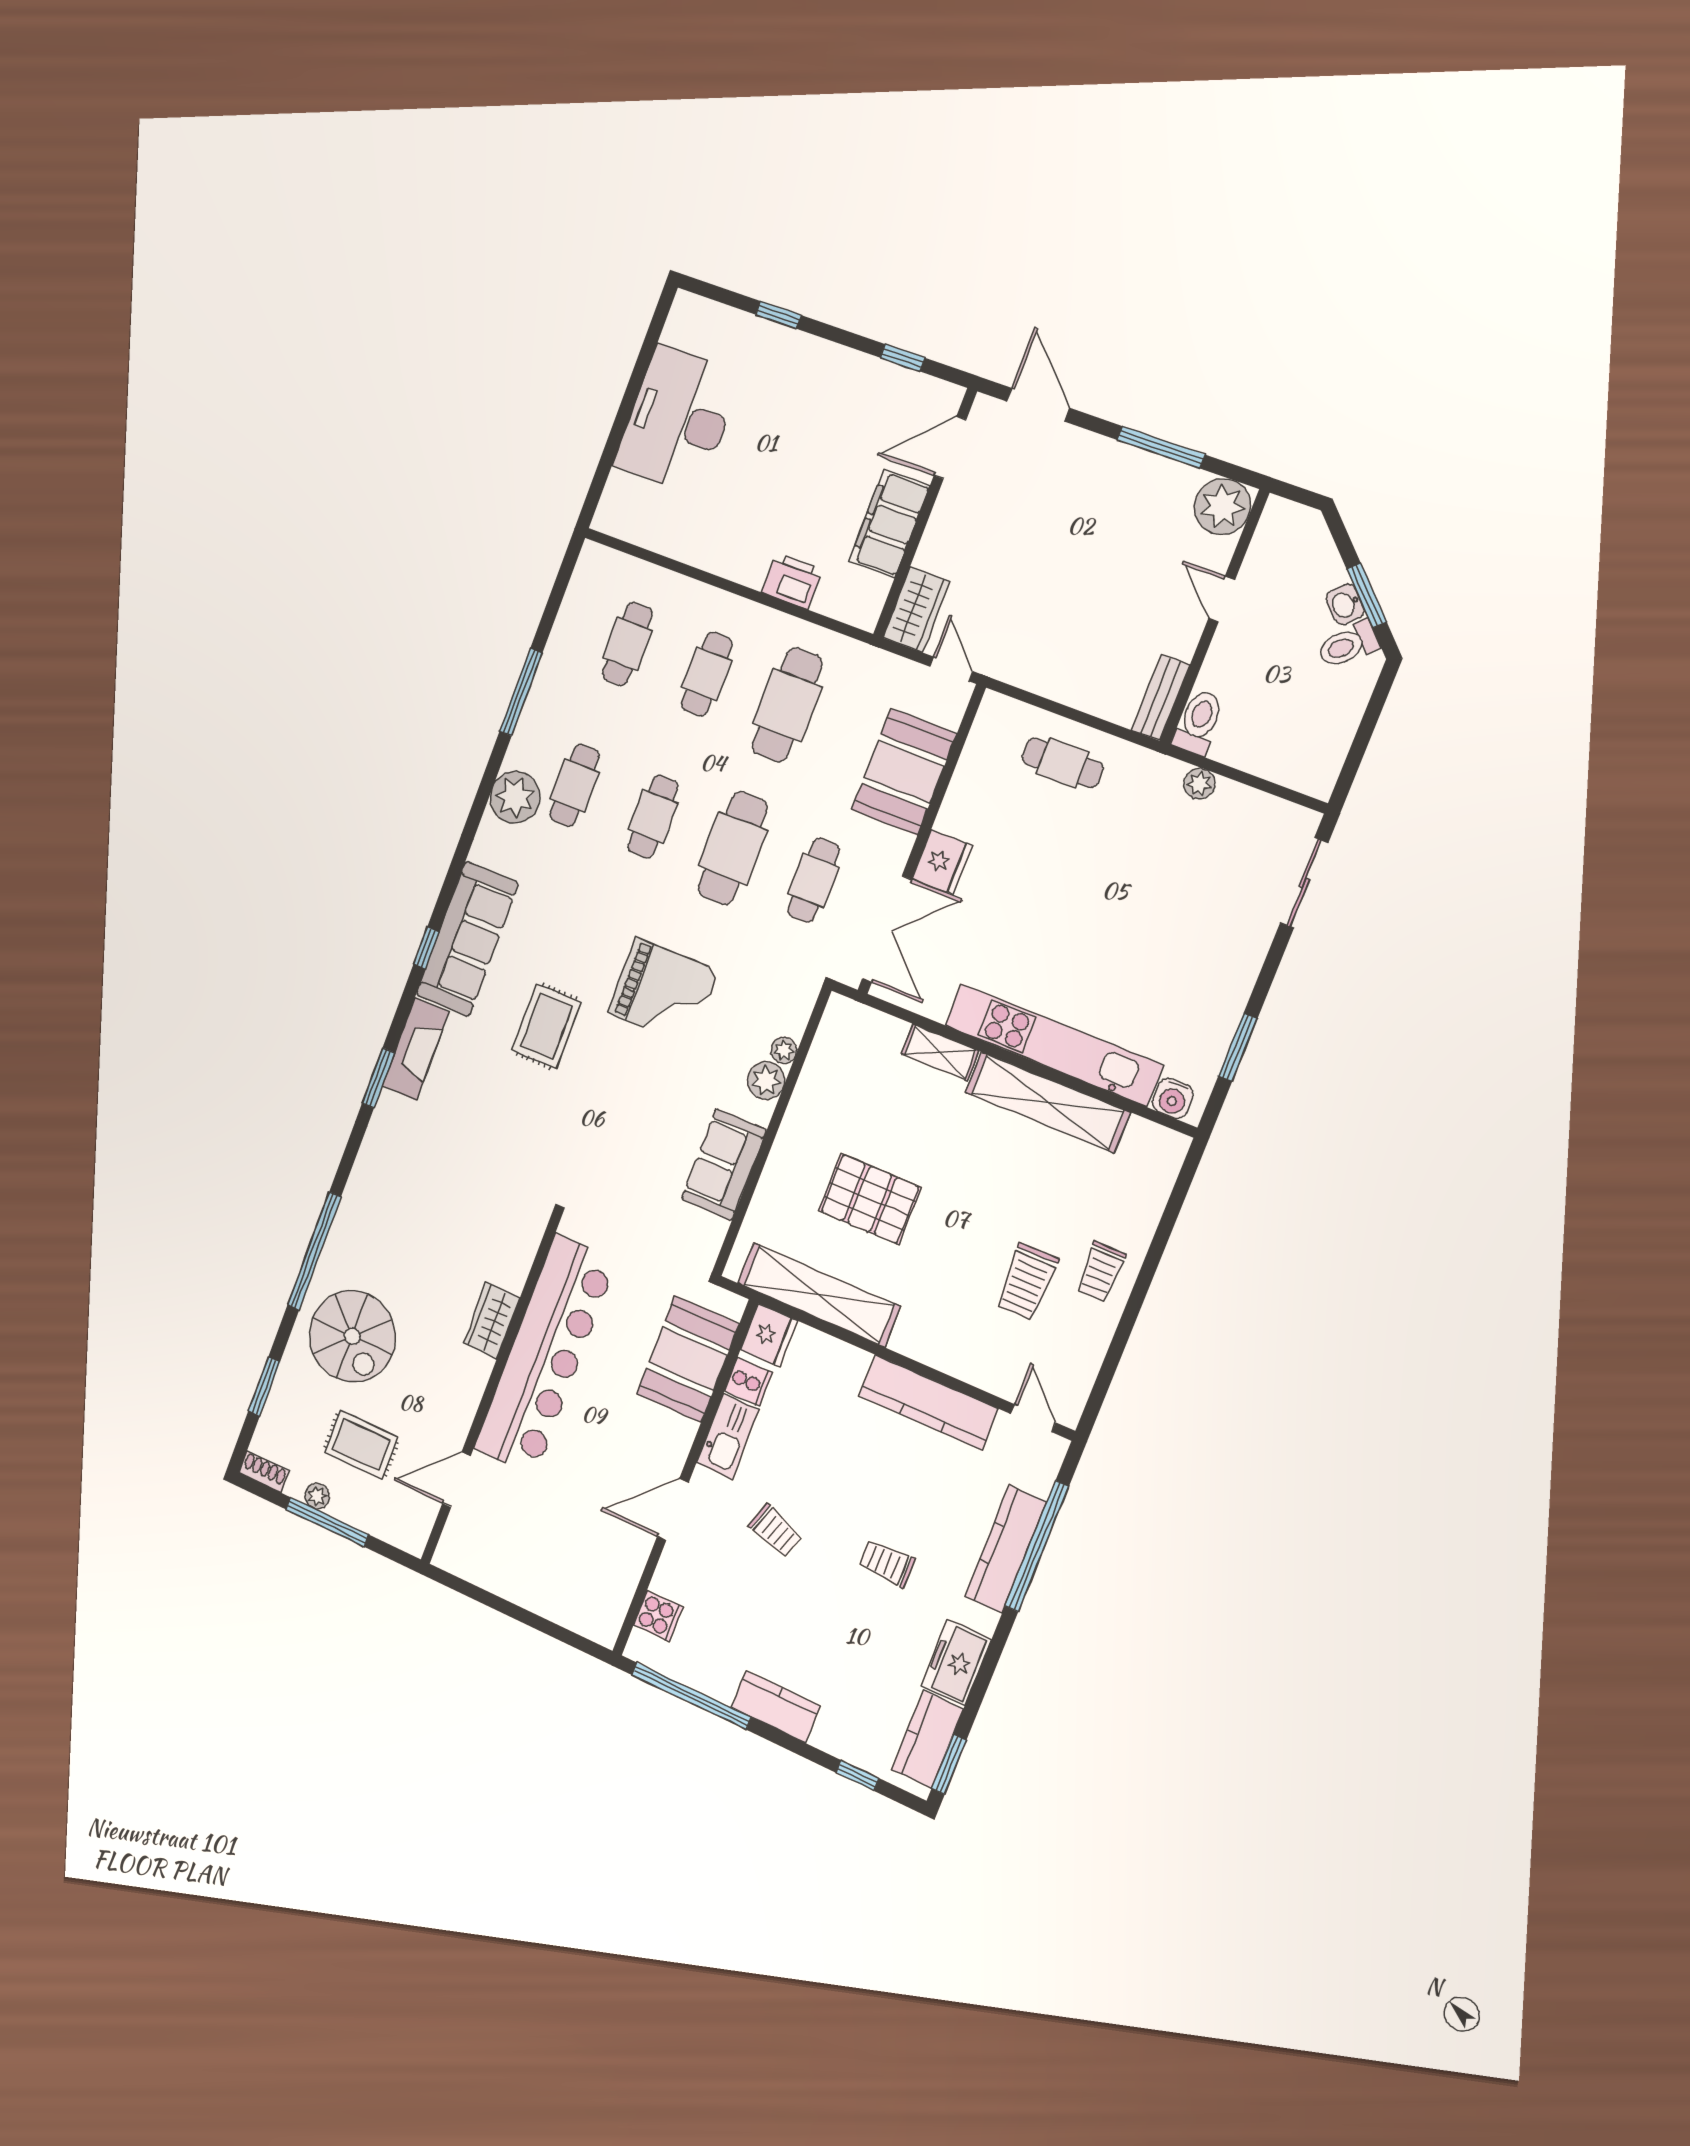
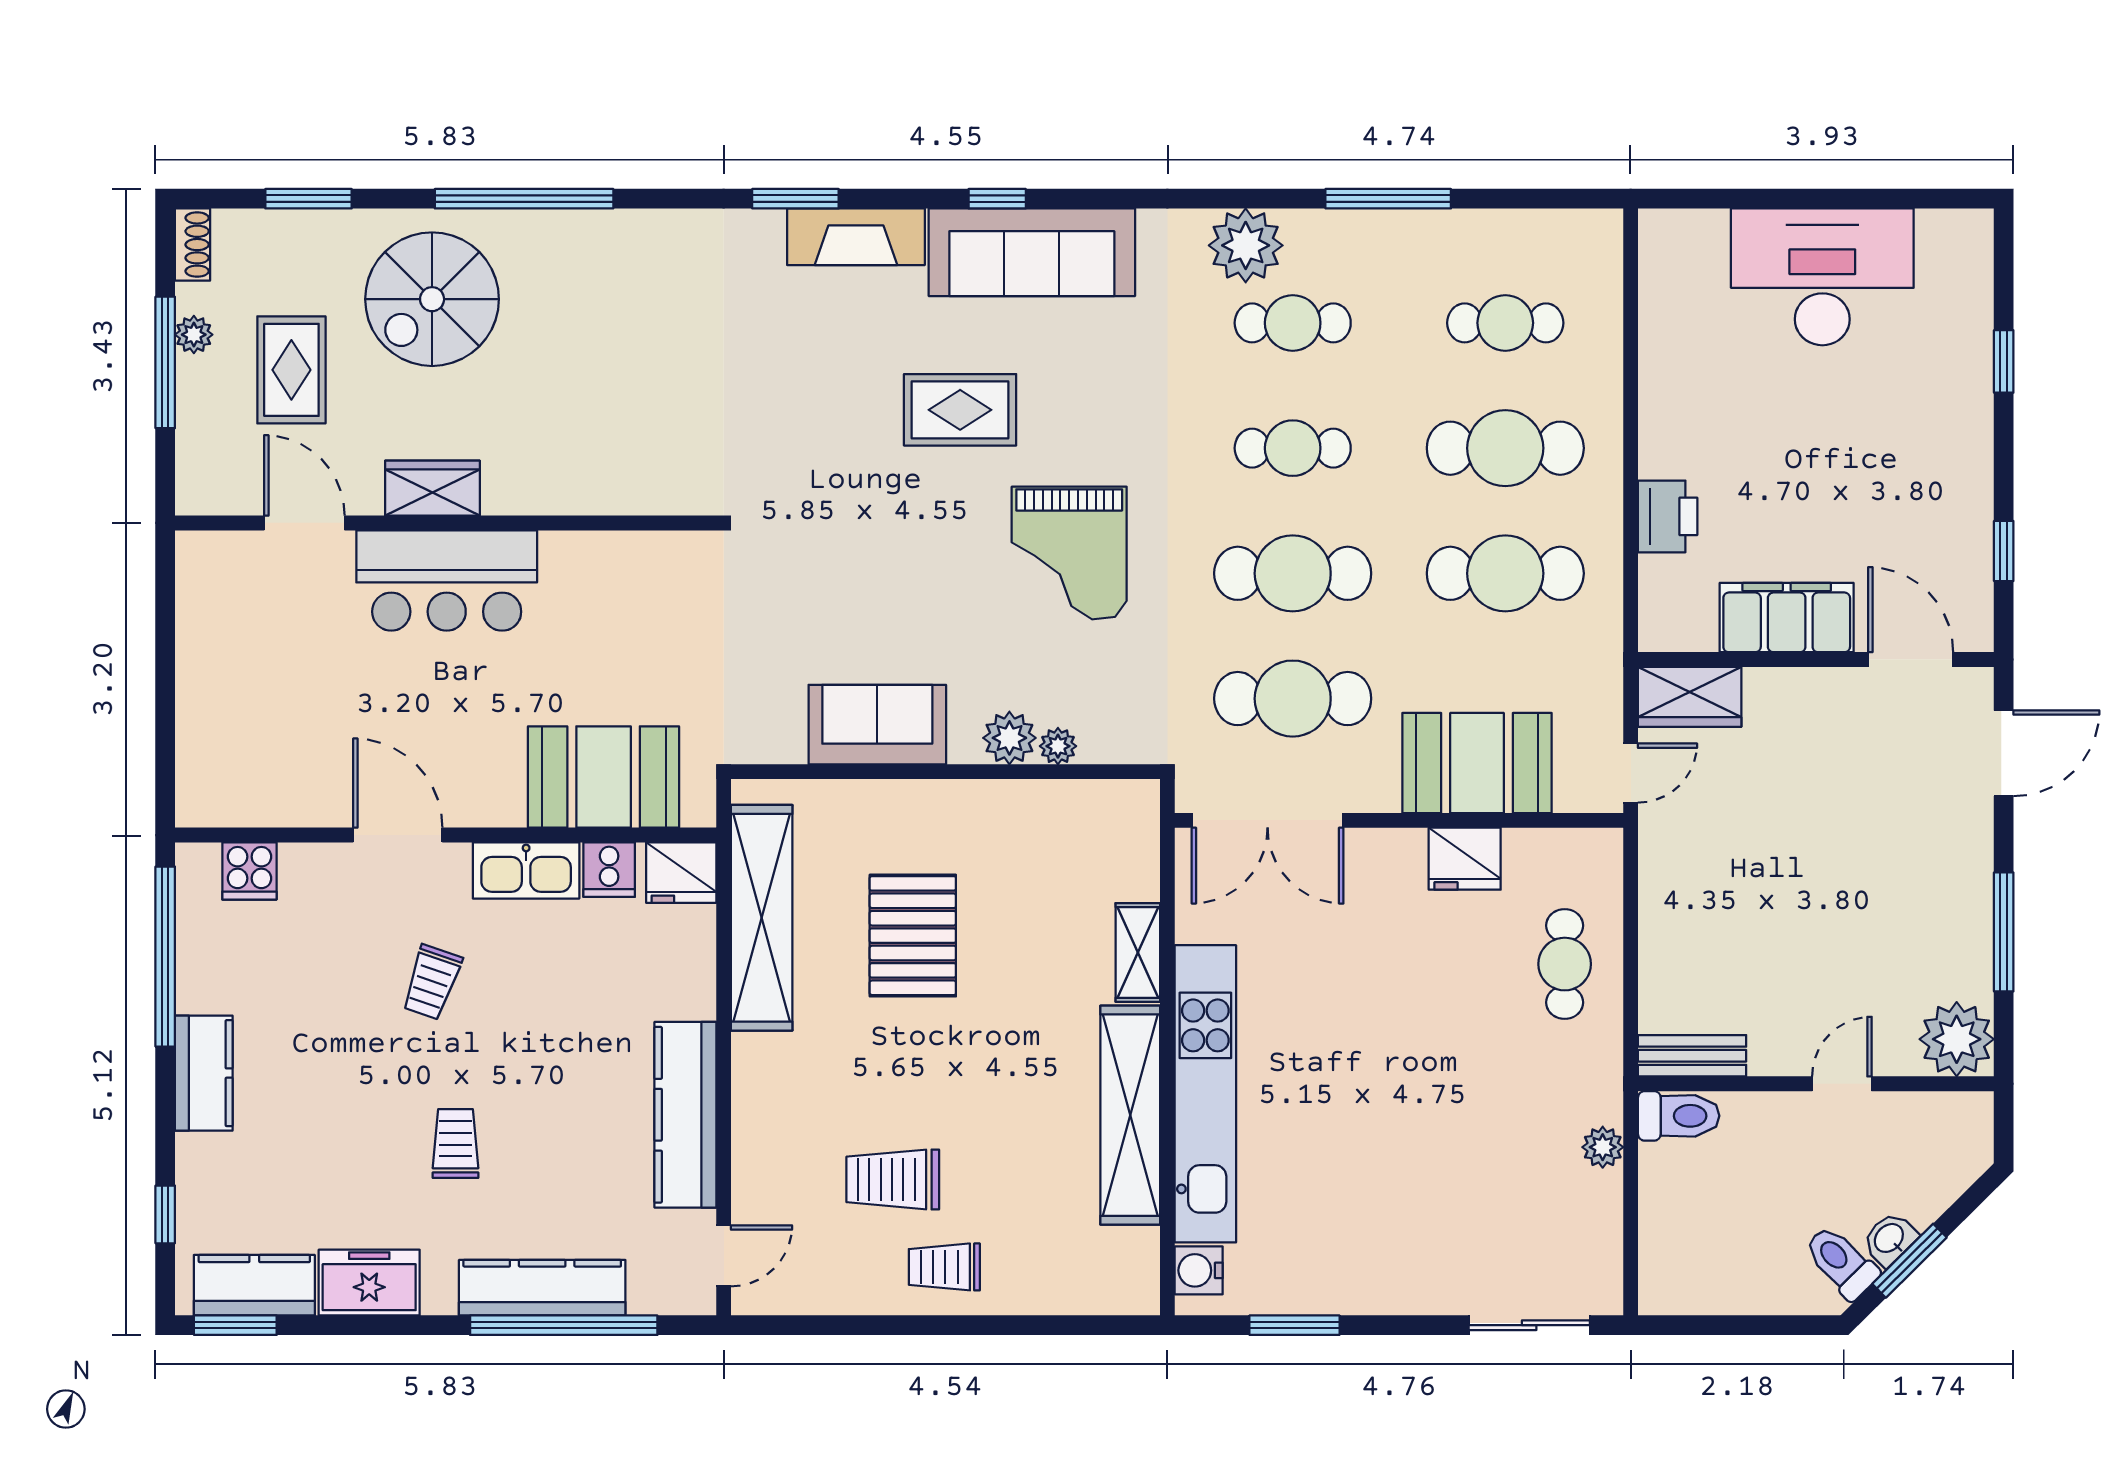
cafe table: (707, 674) -> (1505, 448), width x1.37, depth x1.35
fridge: (942, 862) -> (1465, 859), moved
cafe table: (814, 880) -> (1293, 699), width x1.37, depth x1.35
wardrobe: (492, 1320) -> (432, 488), moved
bar counter: (545, 1355) -> (447, 580), width x0.54

